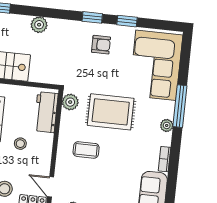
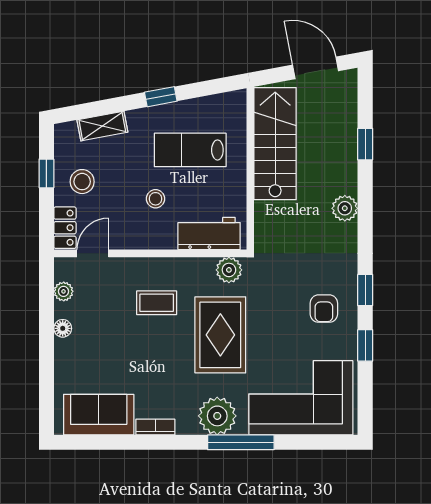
plant: (167, 125) -> (217, 416), width x1.88, depth x1.88
coffee table: (86, 150) -> (157, 303), turned 90

